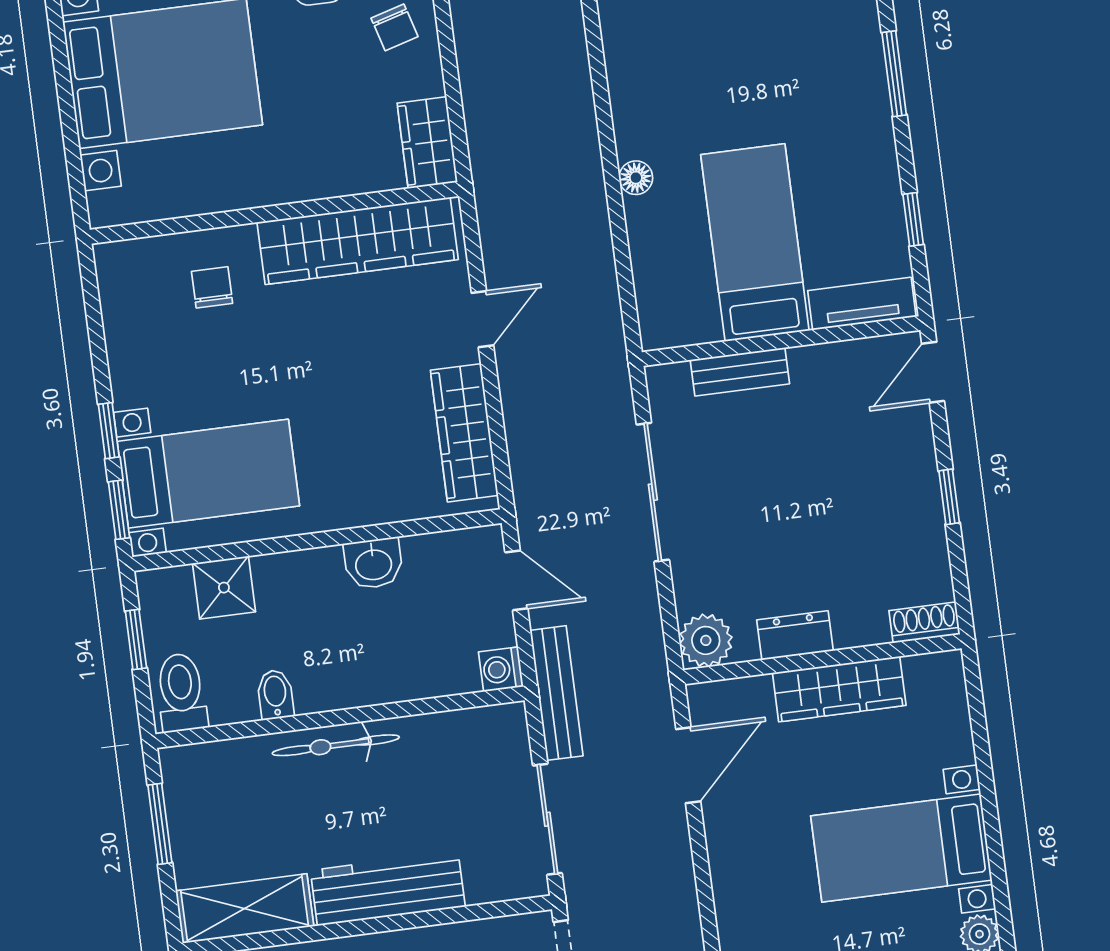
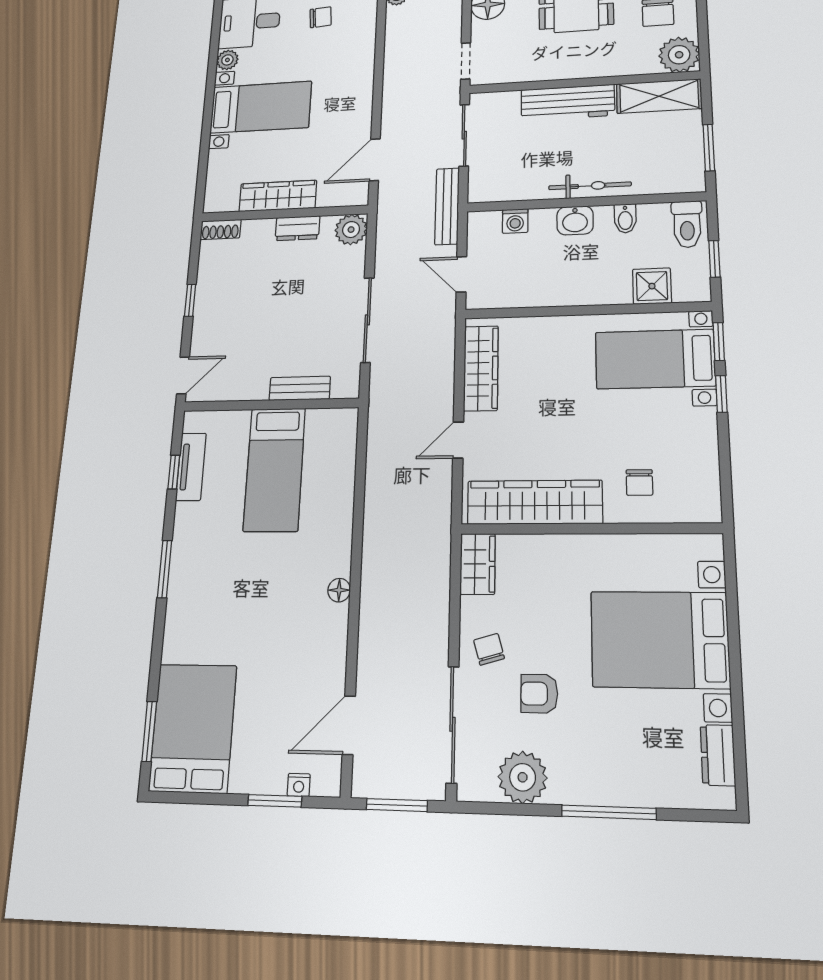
floor lamp: (636, 178) -> (339, 590), moved
tv unit: (862, 304) -> (191, 467), moved, turned -90
washbasin: (373, 564) -> (575, 220), moved, turned 180
washing machine: (501, 669) -> (515, 221), moved, turned 90

